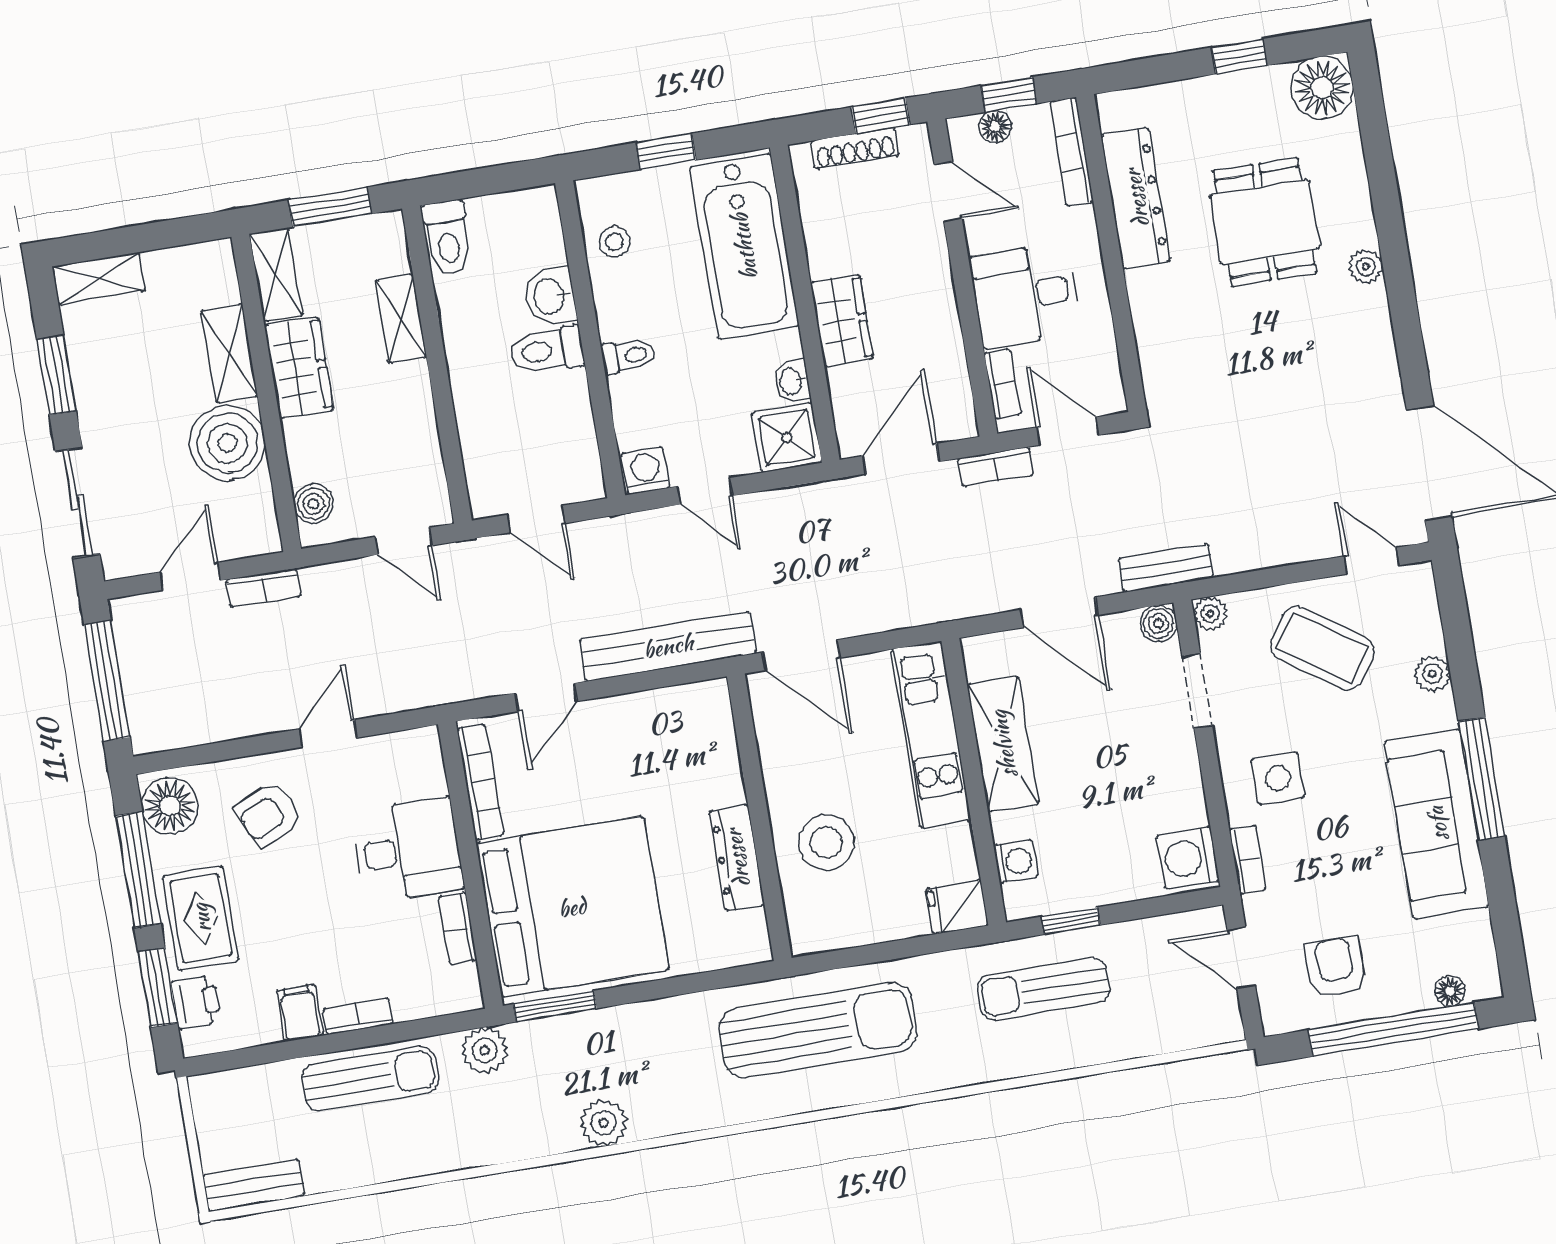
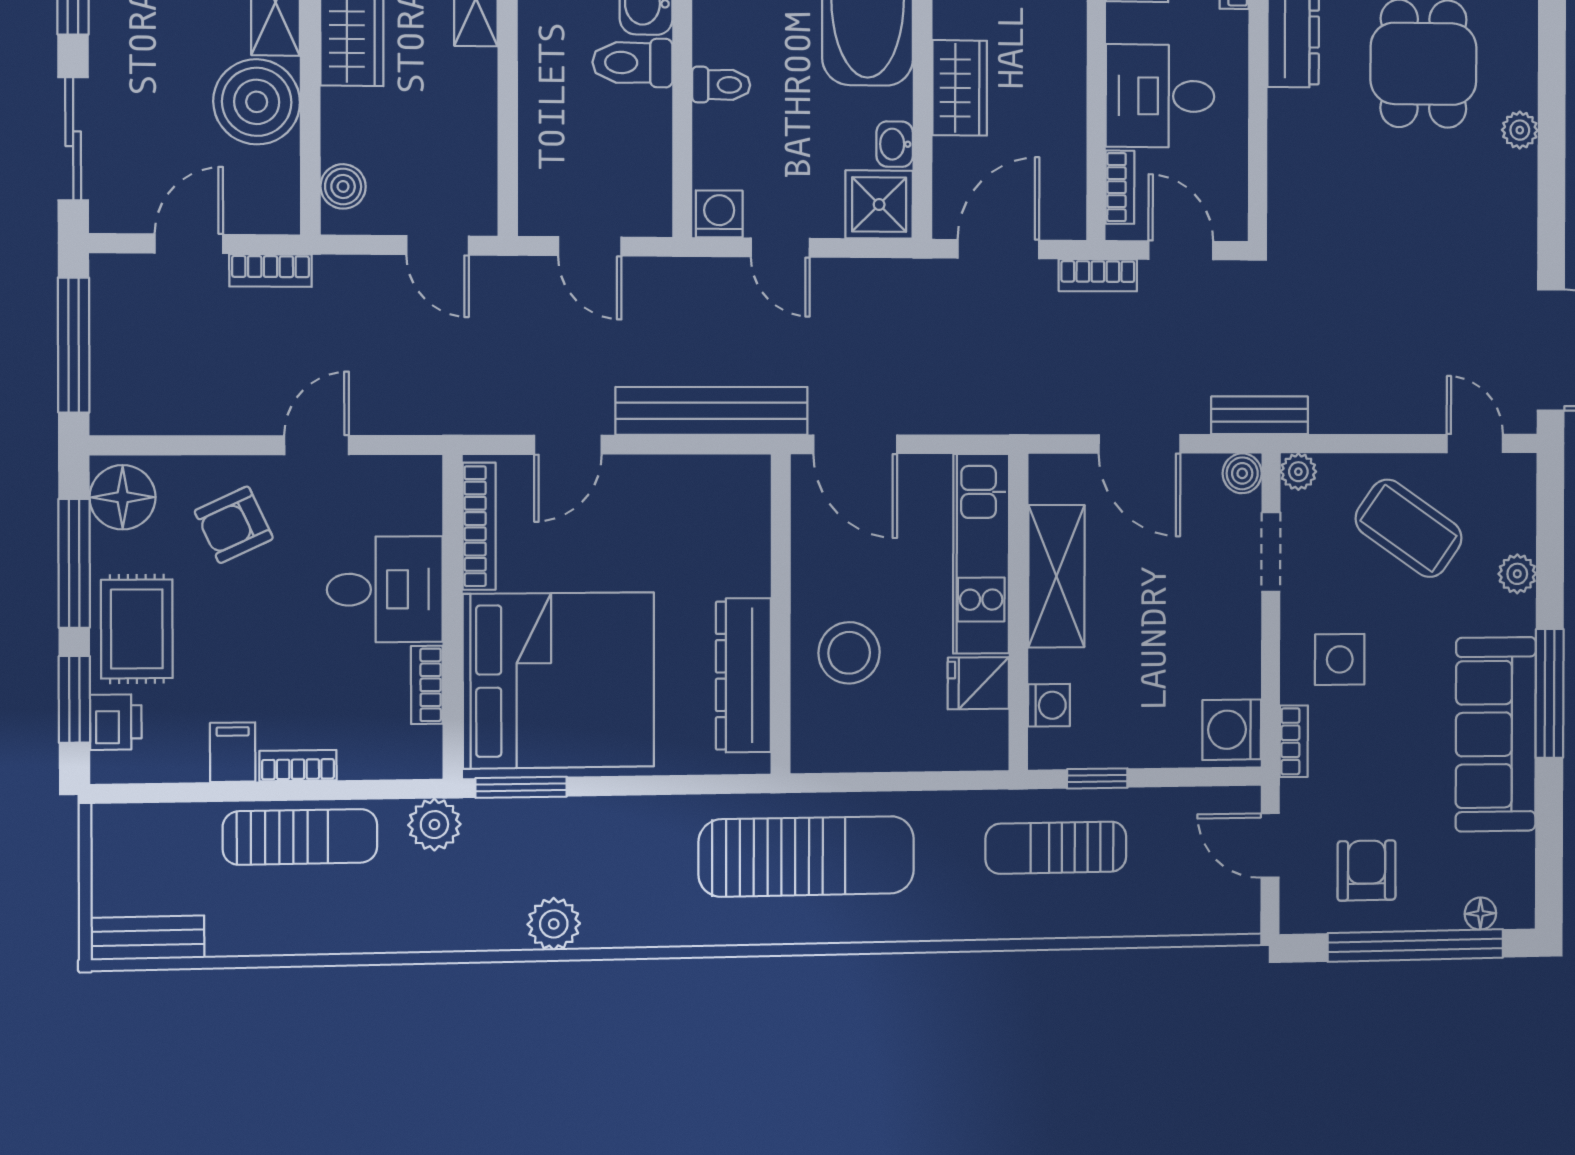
dresser: (737, 858) -> (743, 675), width x1.37, depth x1.24
fridge: (957, 907) -> (978, 683), moved

